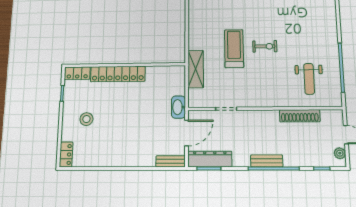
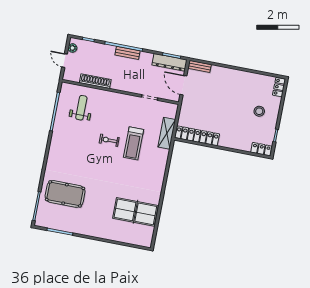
locker: (118, 74) -> (197, 136), moved
washbasin: (178, 107) -> (186, 106), removed
door: (187, 133) -> (183, 85), hinge flipped

